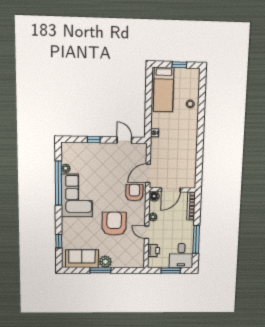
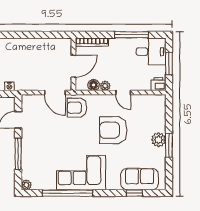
window: (94, 140) -> (18, 154), width x2.17
plant: (66, 168) -> (26, 185), moved
door: (171, 190) -> (73, 66), hinge flipped
floor lamp: (154, 196) -> (94, 85), moved
door: (147, 232) -> (123, 93), hinge flipped
printer: (154, 251) -> (158, 84), moved
sofa: (82, 259) -> (140, 179), moved, turned 90

